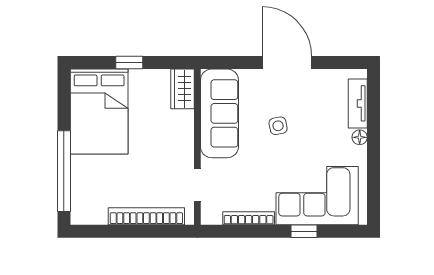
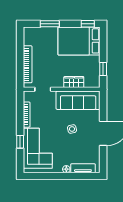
window: (129, 63) -> (103, 69), moved
wardrobe: (183, 89) -> (74, 82), moved
window: (64, 94) -> (88, 24), added
window: (64, 171) -> (50, 24), width x0.47

